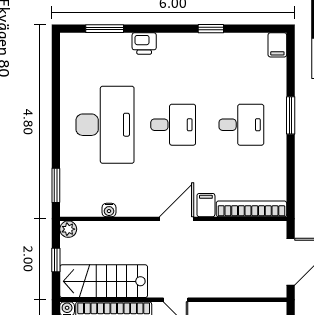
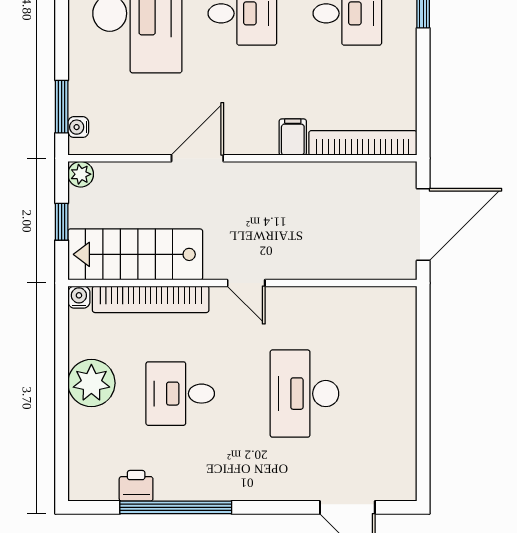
water cooler: (109, 210) -> (78, 127), moved, turned 90
door: (176, 219) -> (197, 158), moved

